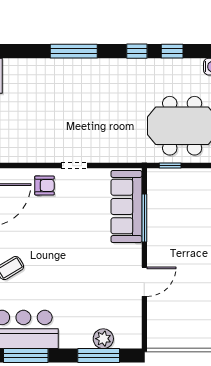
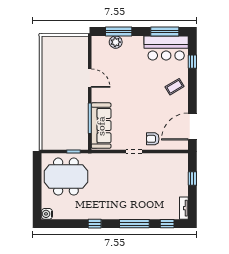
window: (172, 51) -> (167, 224), moved
door: (144, 282) -> (90, 78), swing flipped

